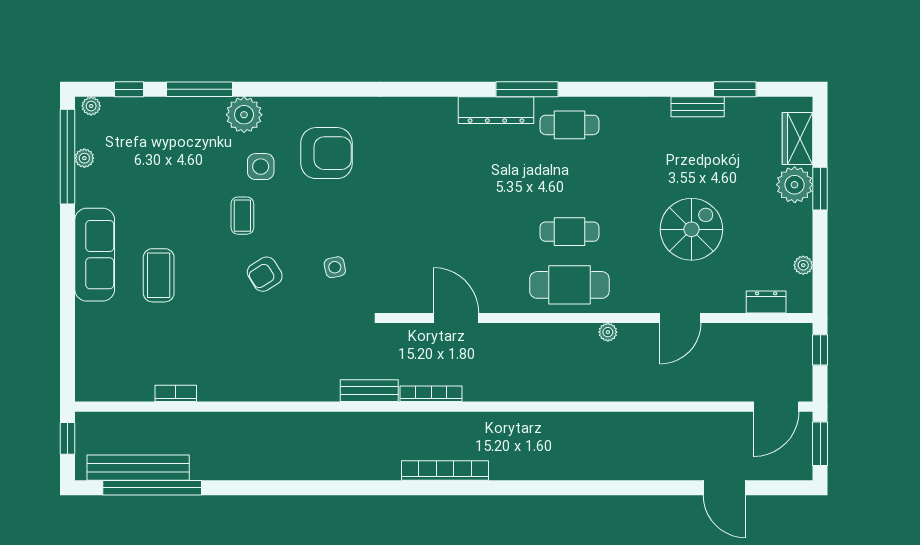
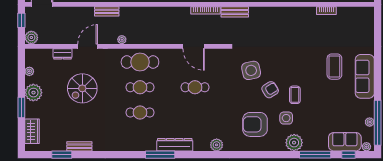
plant: (408, 110) -> (217, 145), added
sofa: (137, 117) -> (345, 142), added
cafe table: (569, 125) -> (140, 113), moved
plant: (795, 185) -> (33, 93), moved
cafe table: (453, 232) -> (195, 87), added
side table: (335, 267) -> (251, 70), width x1.87, depth x1.87
armchair: (265, 274) -> (270, 90), moved
dresser: (766, 302) -> (63, 54), moved
plant: (799, 337) -> (31, 37), added
window: (820, 350) -> (21, 20), moved
bench: (640, 392) -> (107, 11), added

